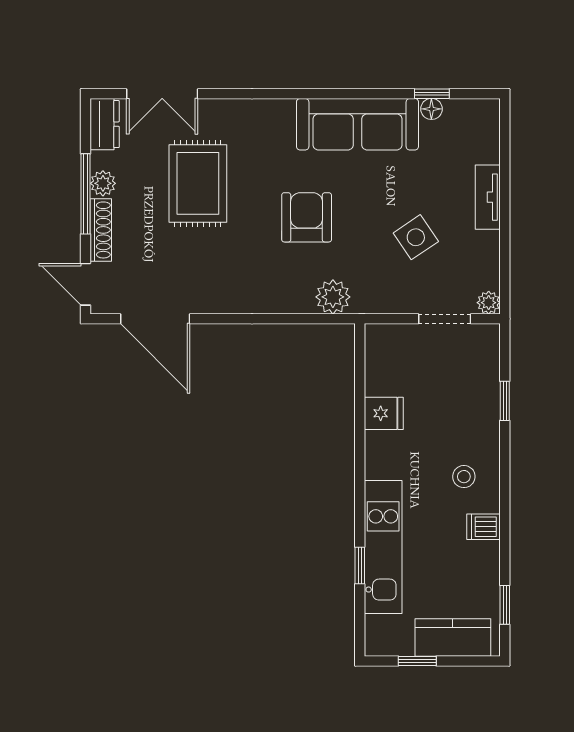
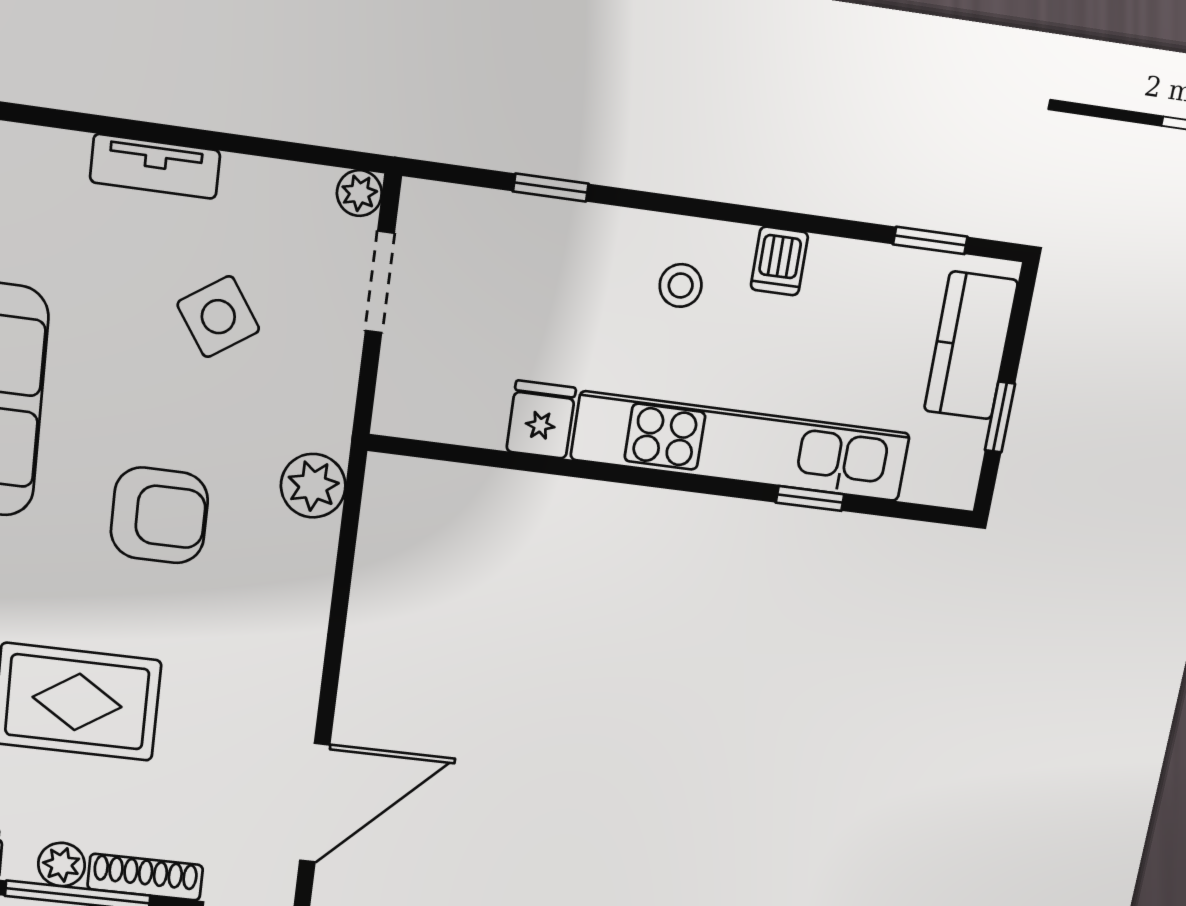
armchair: (307, 217) -> (159, 515), turned 180
kitchen unit: (383, 547) -> (741, 446), width x1.36

